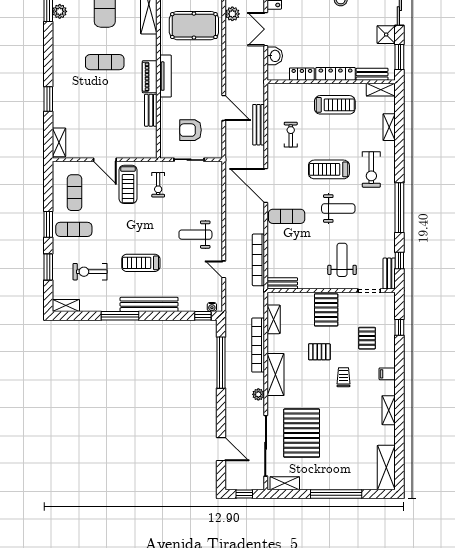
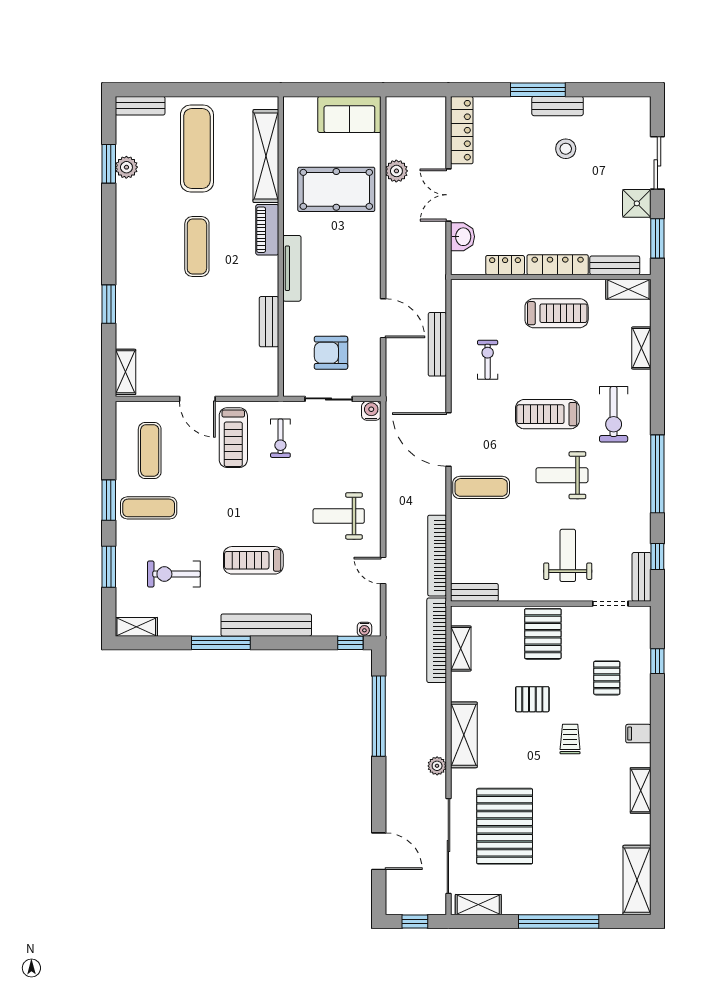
exercise mat: (105, 62) -> (197, 247), turned 90
piano: (150, 77) -> (267, 230), moved
water cooler: (216, 167) -> (371, 411), added
weight bench: (338, 209) -> (562, 475), turned 180
bookcase: (258, 345) -> (437, 640), moved

